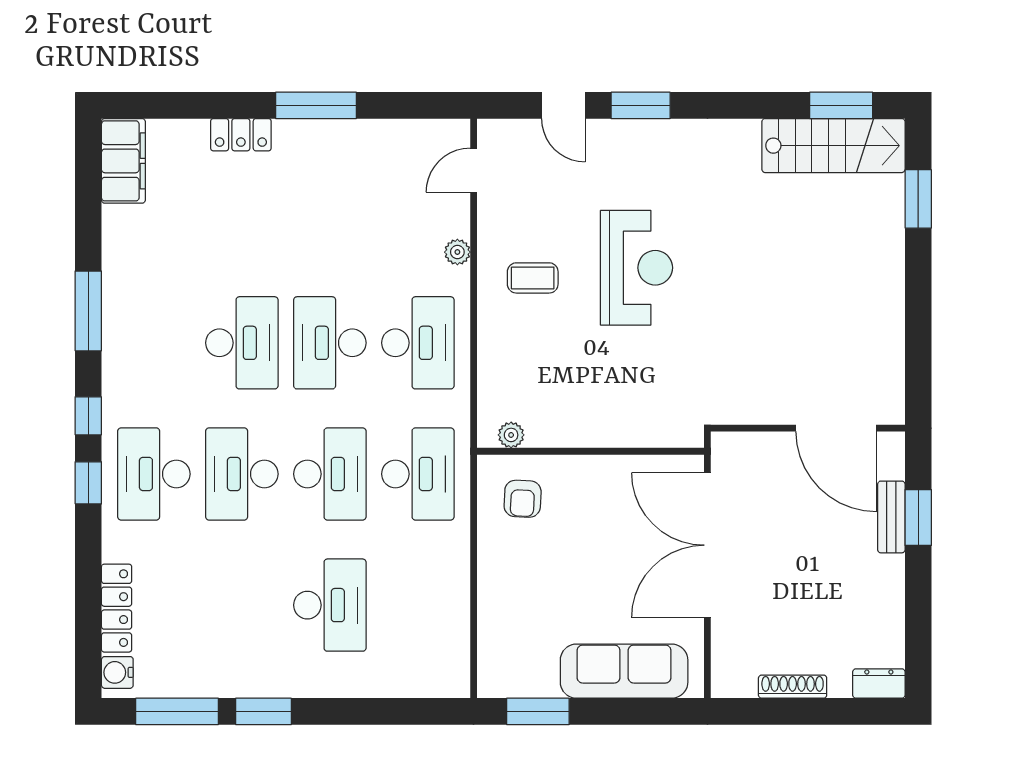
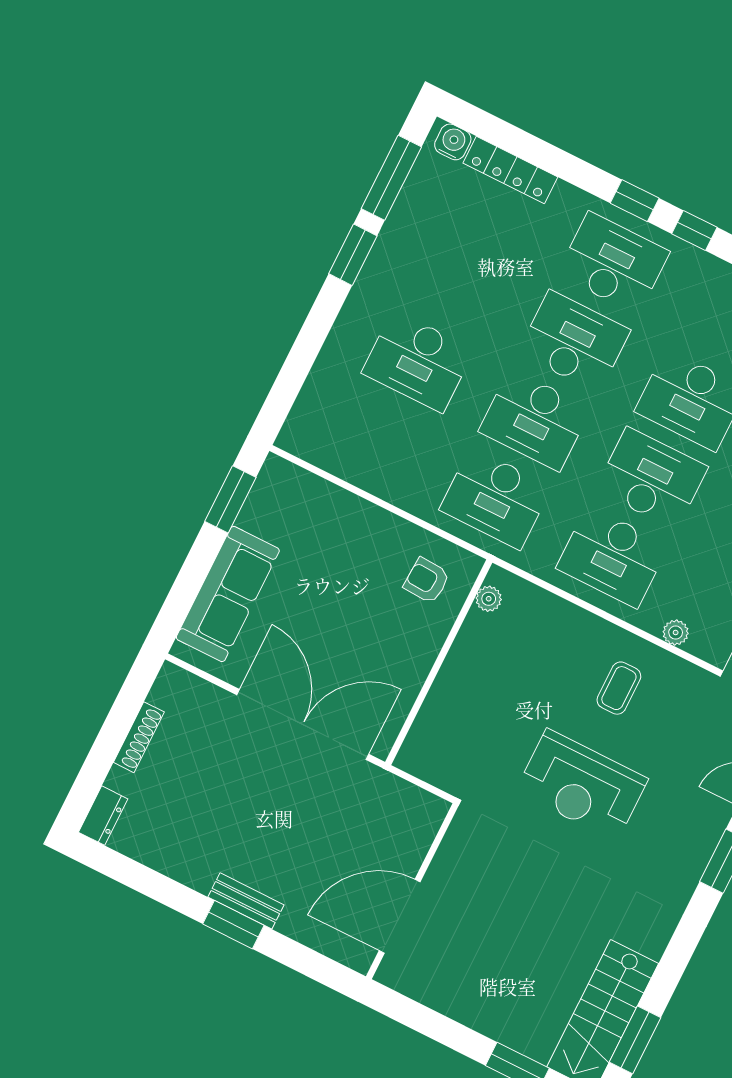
wall: (808, 428) -> (412, 891), moved
door: (836, 428) -> (400, 916), moved

